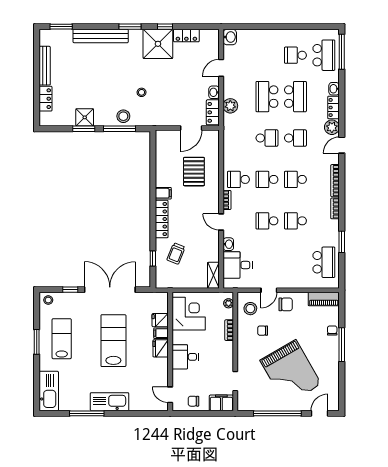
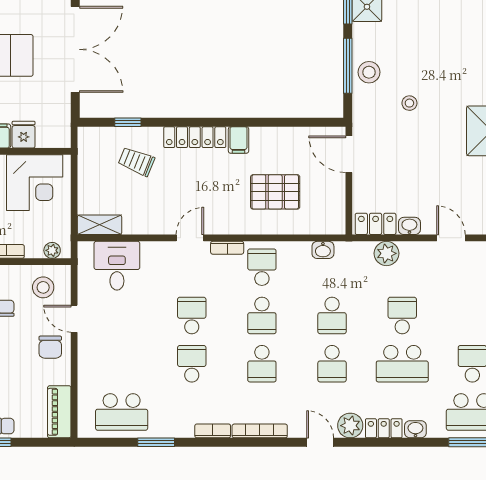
school desk: (267, 97) -> (402, 315), width x0.54
door: (191, 128) -> (349, 154), moved
school desk: (267, 179) -> (262, 315), turned 180
school desk: (295, 179) -> (262, 364), turned 180
washbasin: (228, 244) -> (323, 250), moved

